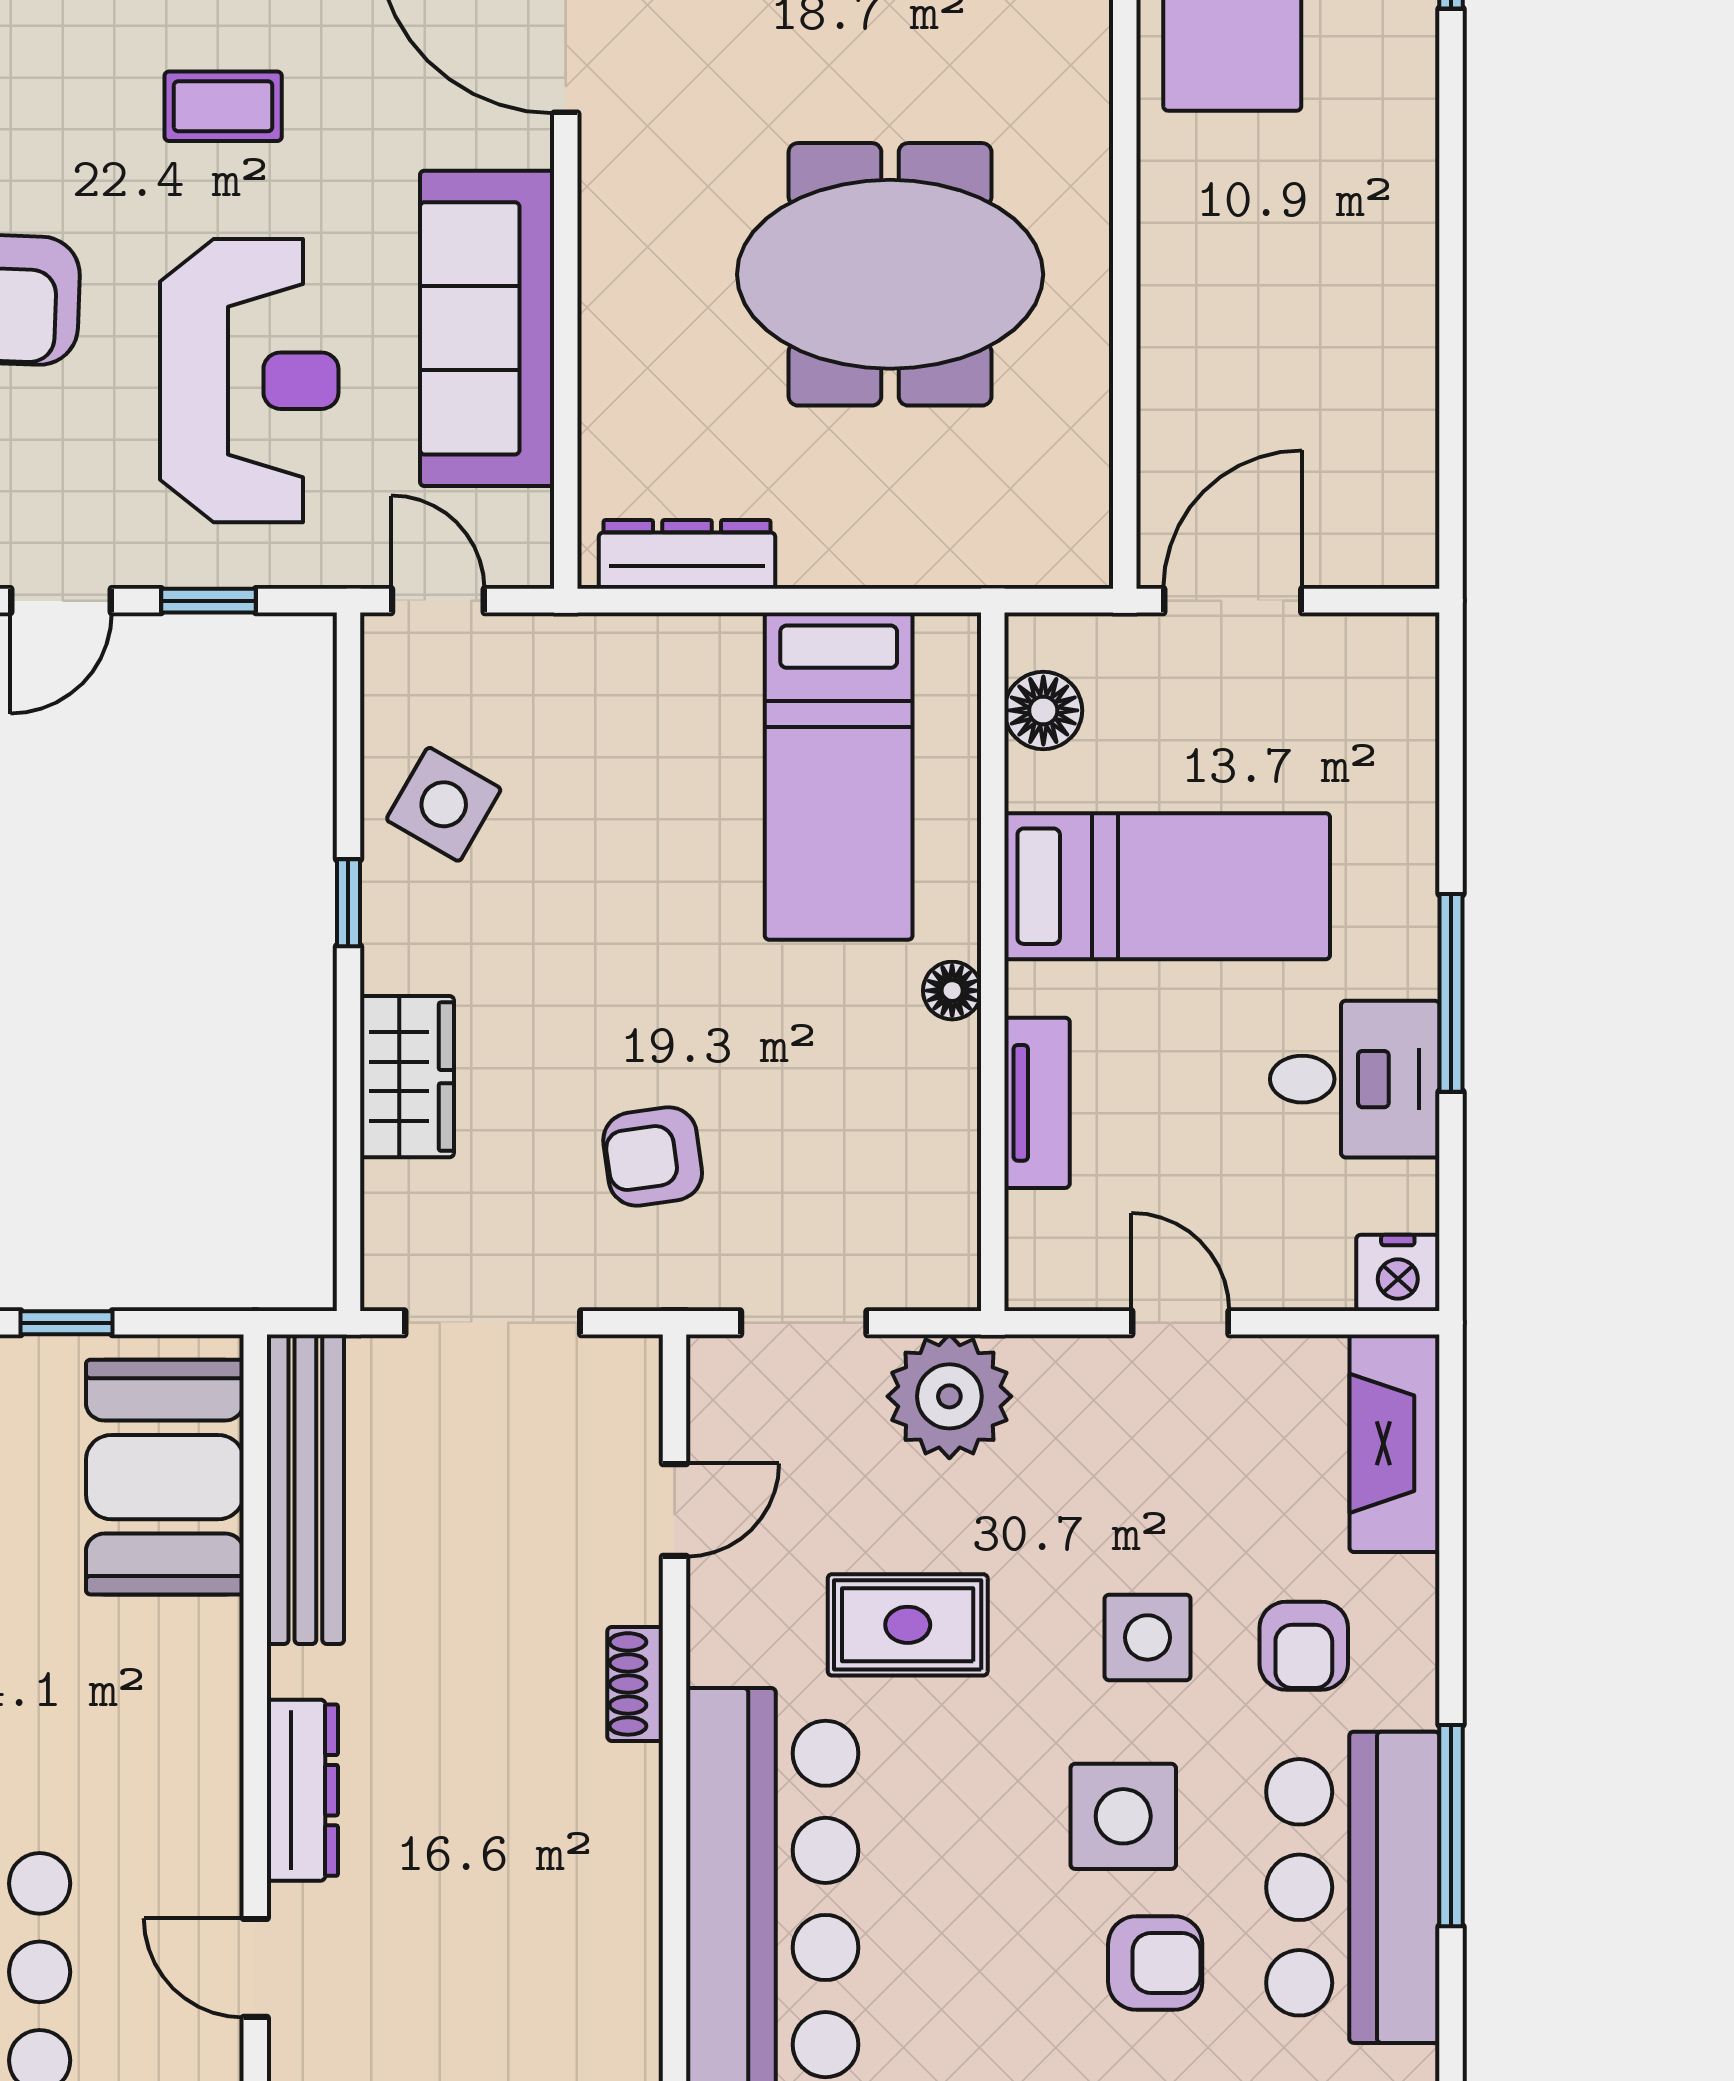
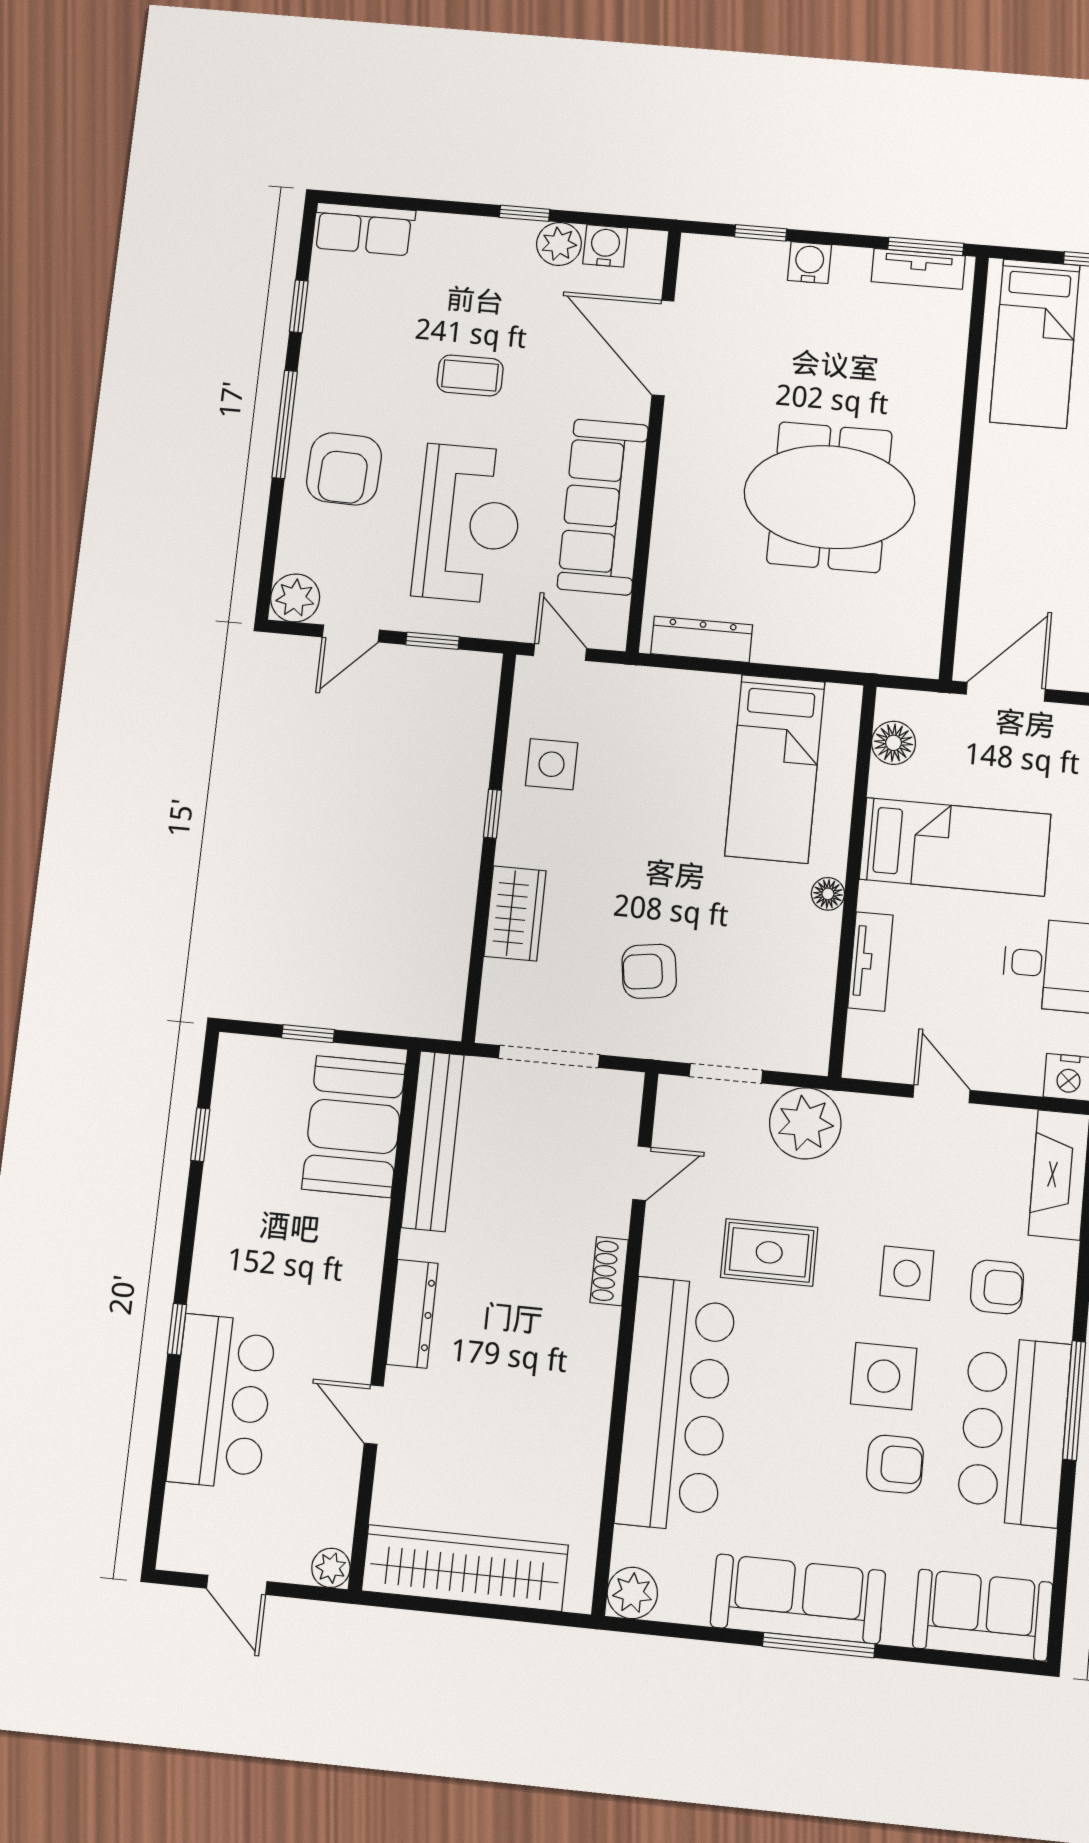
side table: (444, 804) -> (552, 764), turned -30
armchair: (1304, 1646) -> (997, 1287), turned -90

